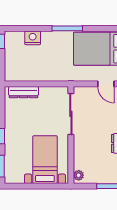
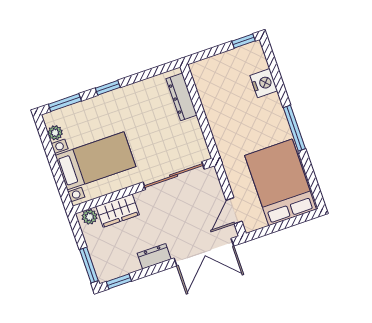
wardrobe: (81, 156) -> (118, 211), added
plant: (19, 179) -> (55, 133), added

